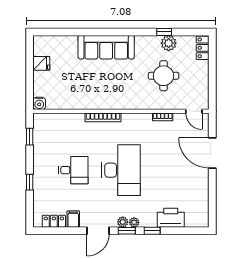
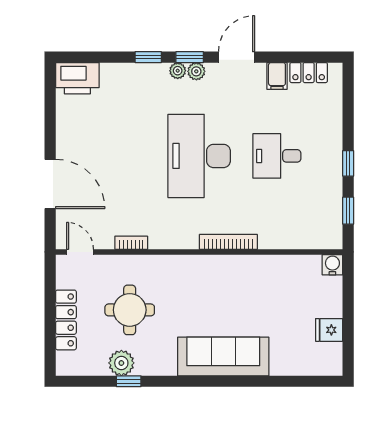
locker: (203, 48) -> (66, 320), moved, width x1.53
window: (30, 182) -> (348, 163), moved
printer: (171, 218) -> (77, 78), moved

